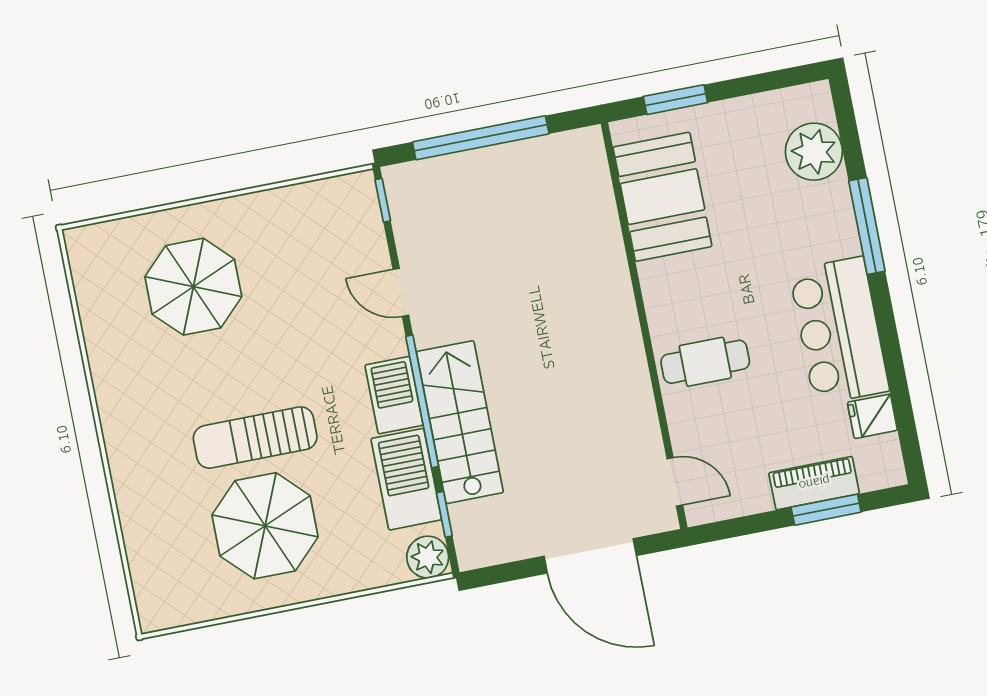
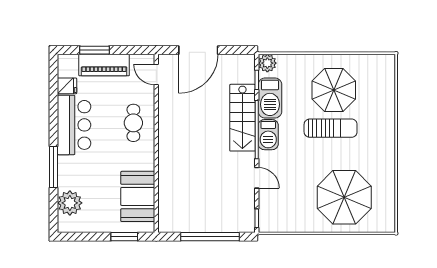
parasol: (193, 287) -> (344, 197), width x1.36, depth x1.36
cafe table: (705, 362) -> (133, 123), turned 90
piano: (814, 483) -> (104, 65), width x1.37, depth x1.33
door: (590, 556) -> (198, 50), swing flipped

